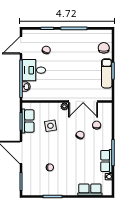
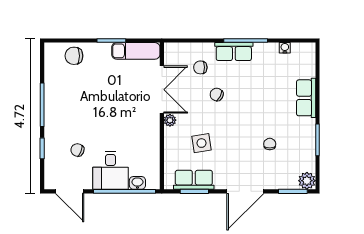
exam couch: (107, 73) -> (136, 51), moved
row of seats: (106, 161) -> (234, 52), moved
plant: (27, 190) -> (307, 181), added
row of seats: (90, 190) -> (306, 98), moved

